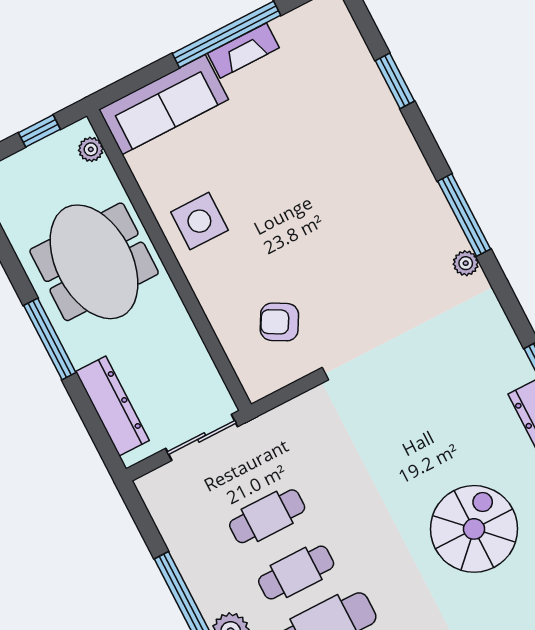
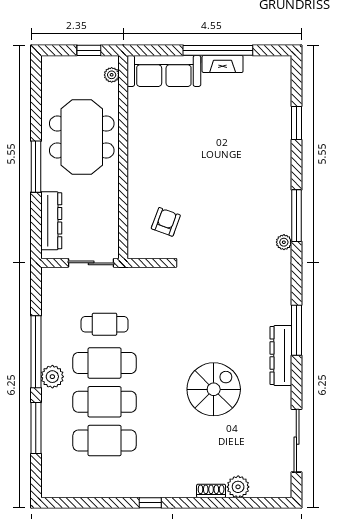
side table: (199, 221) -> (151, 144), removed
armchair: (279, 322) -> (166, 222), turned 81
cafe table: (296, 572) -> (105, 363), width x1.37, depth x1.35

